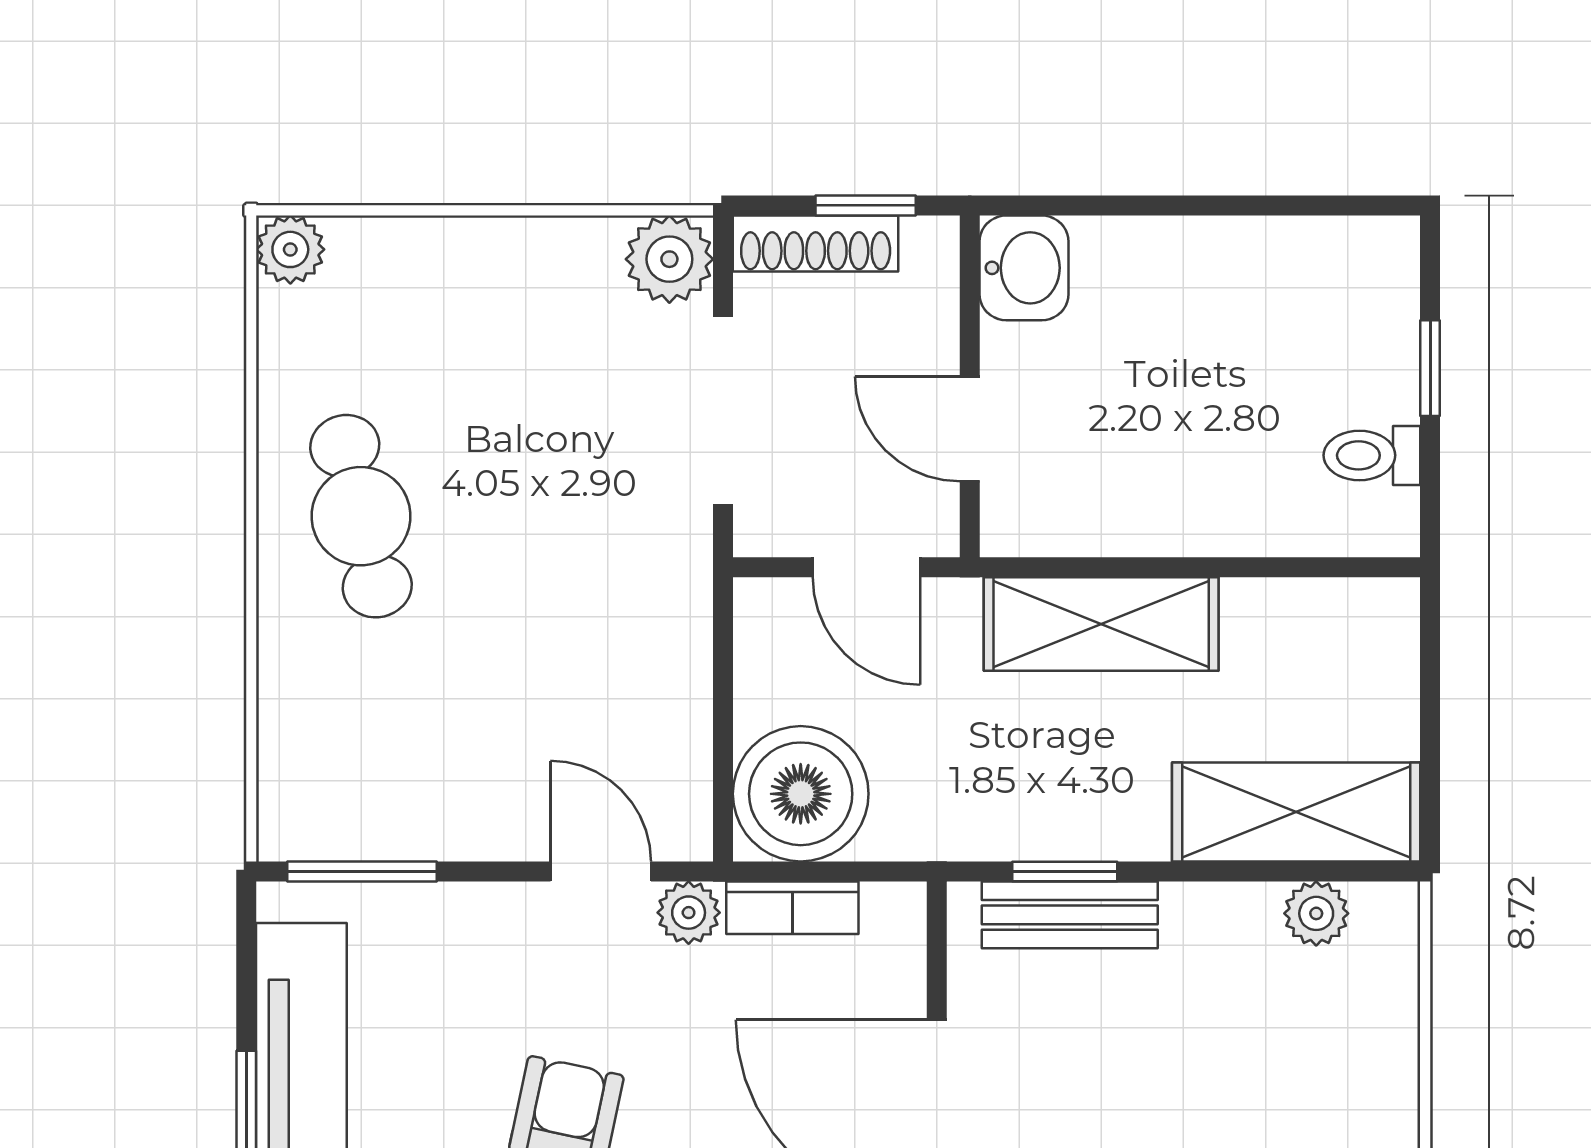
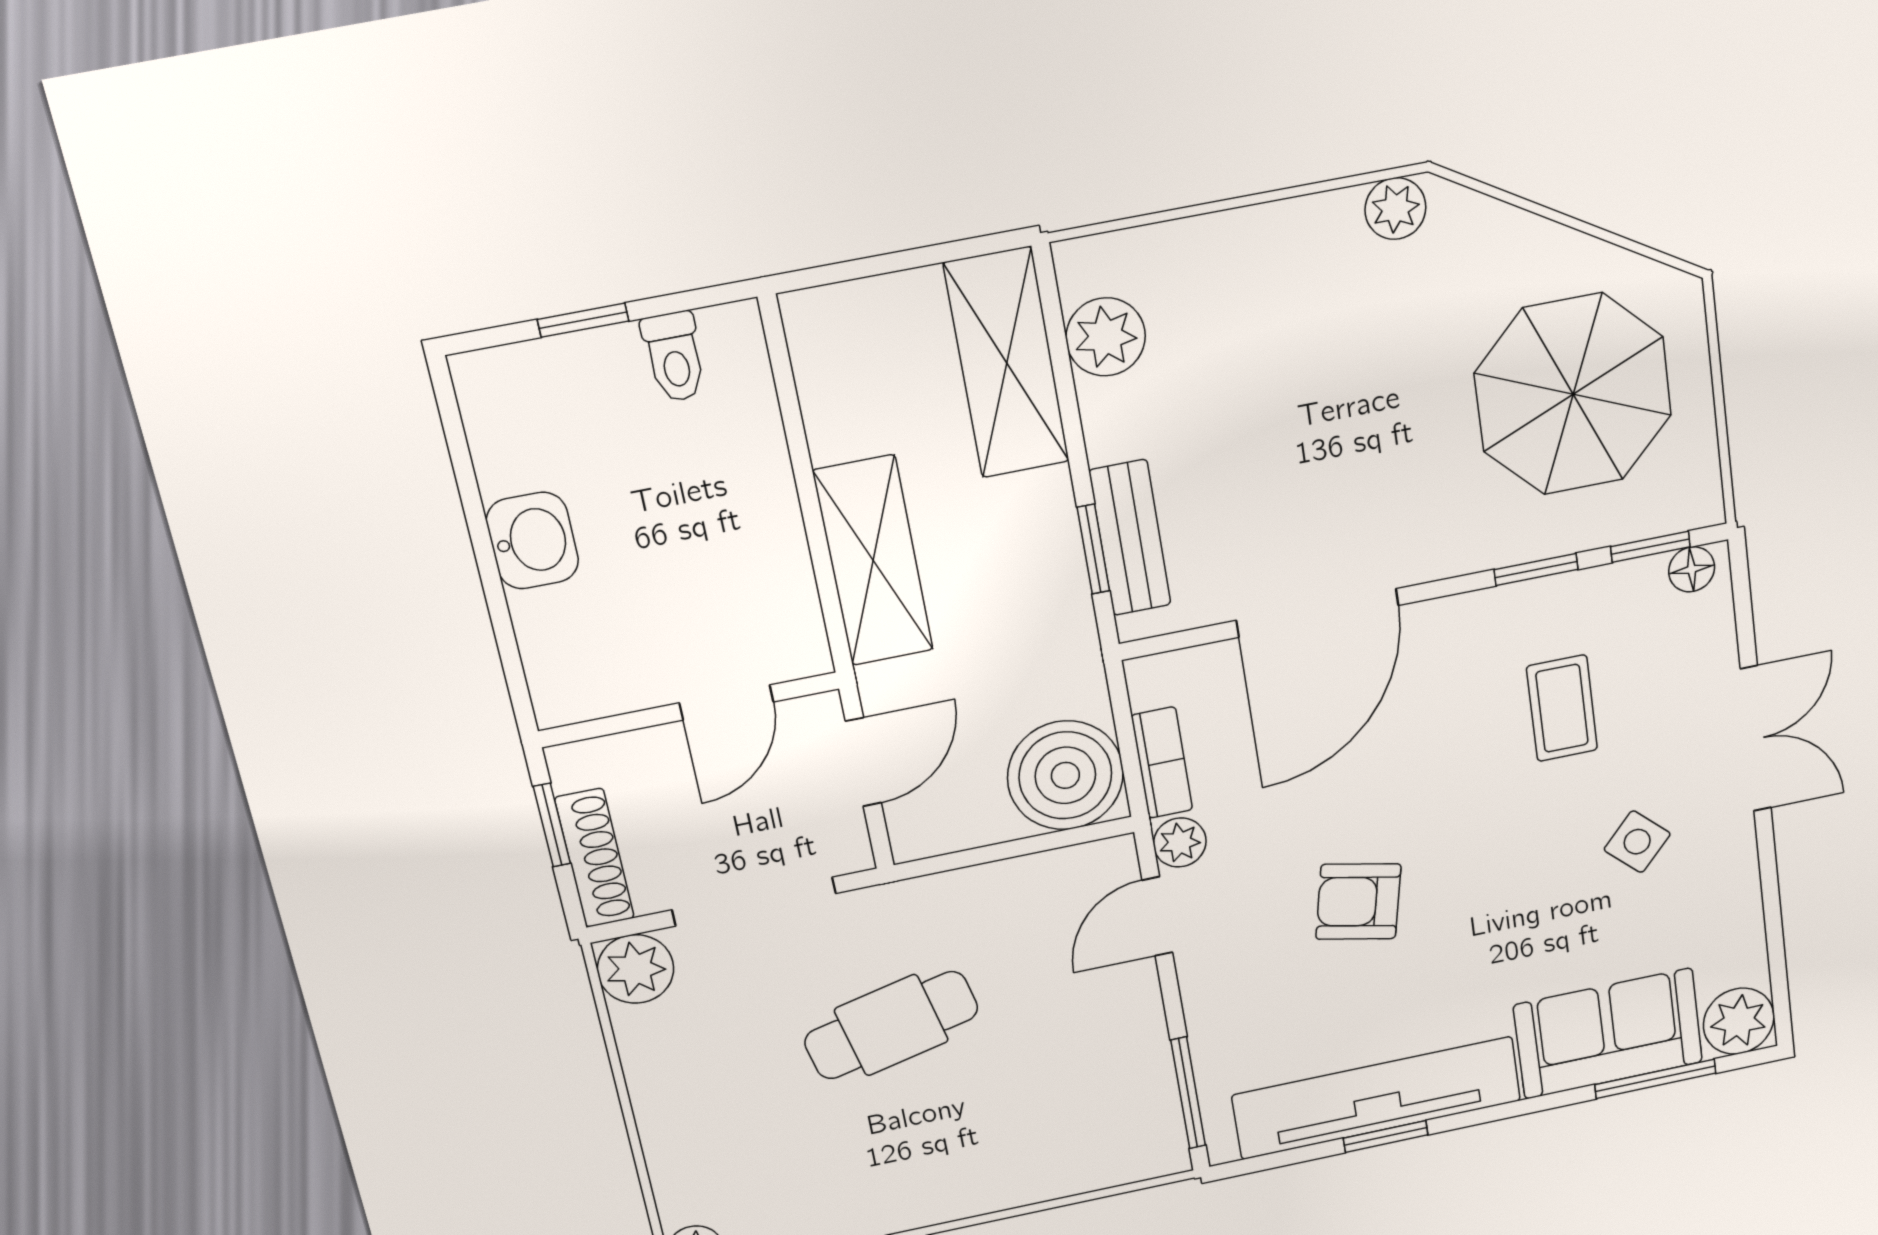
washbasin: (1024, 268) -> (532, 541), moved, turned 90
cafe table: (361, 516) -> (891, 1025), moved
plant: (1316, 913) -> (1106, 337), width x1.38, depth x1.38

